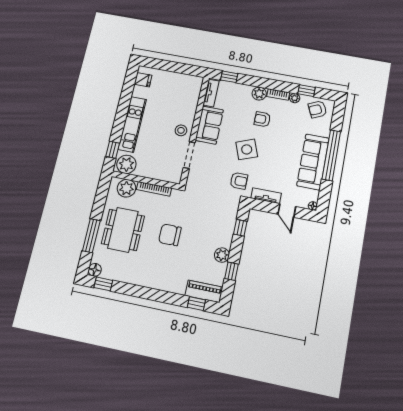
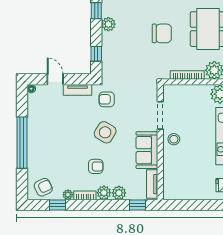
plant: (245, 91) -> (119, 193), added
side table: (247, 149) -> (105, 132), turned -38
sofa: (313, 162) -> (39, 132), removed

